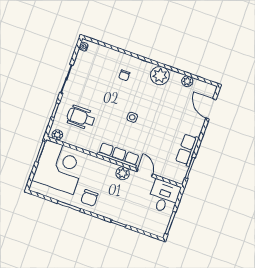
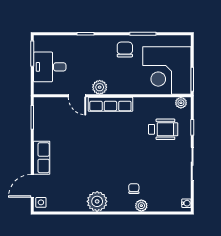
plant: (187, 81) -> (141, 206), moved
door: (211, 109) -> (32, 186), swing flipped
side table: (132, 117) -> (41, 202), moved
row of seats: (187, 150) -> (42, 158), moved
desk: (164, 196) -> (50, 67), moved, turned 90

